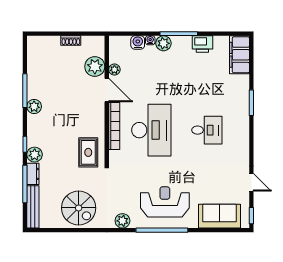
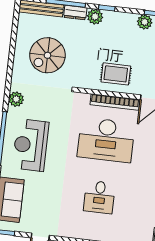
rug: (88, 152) -> (116, 74), moved
reception desk: (165, 202) -> (31, 145), turned 180
spiral stairs: (79, 208) -> (47, 55), moved

